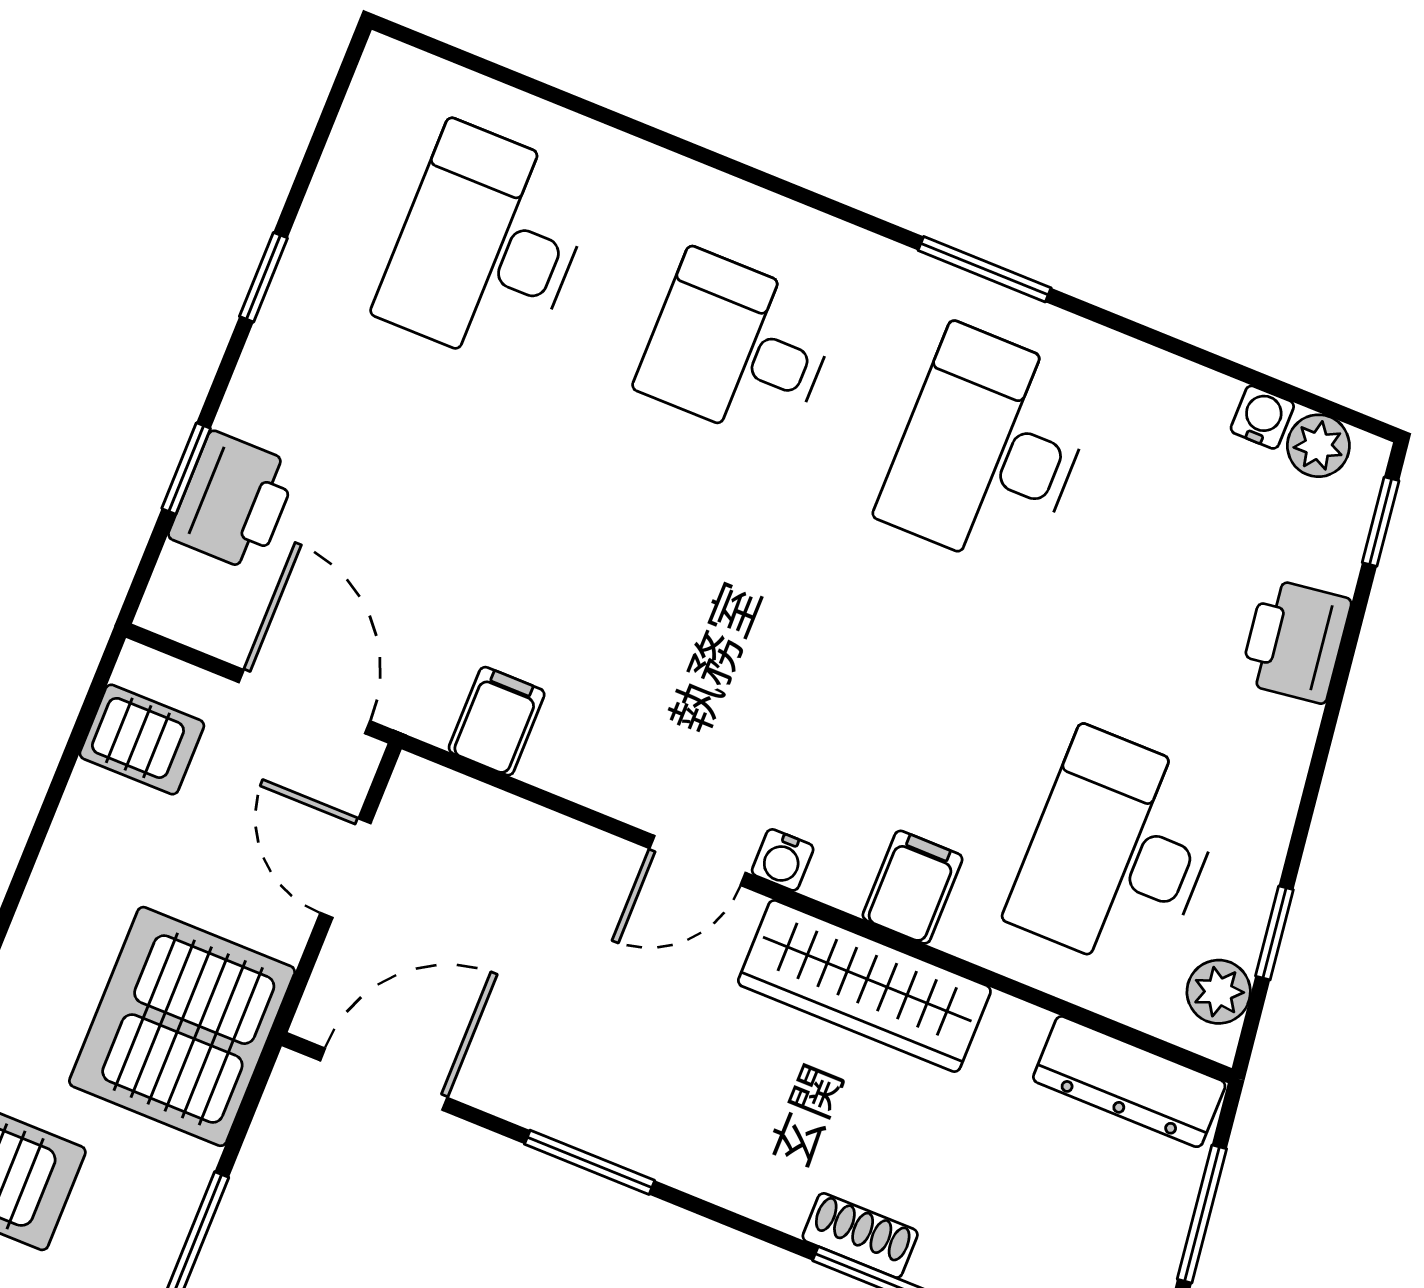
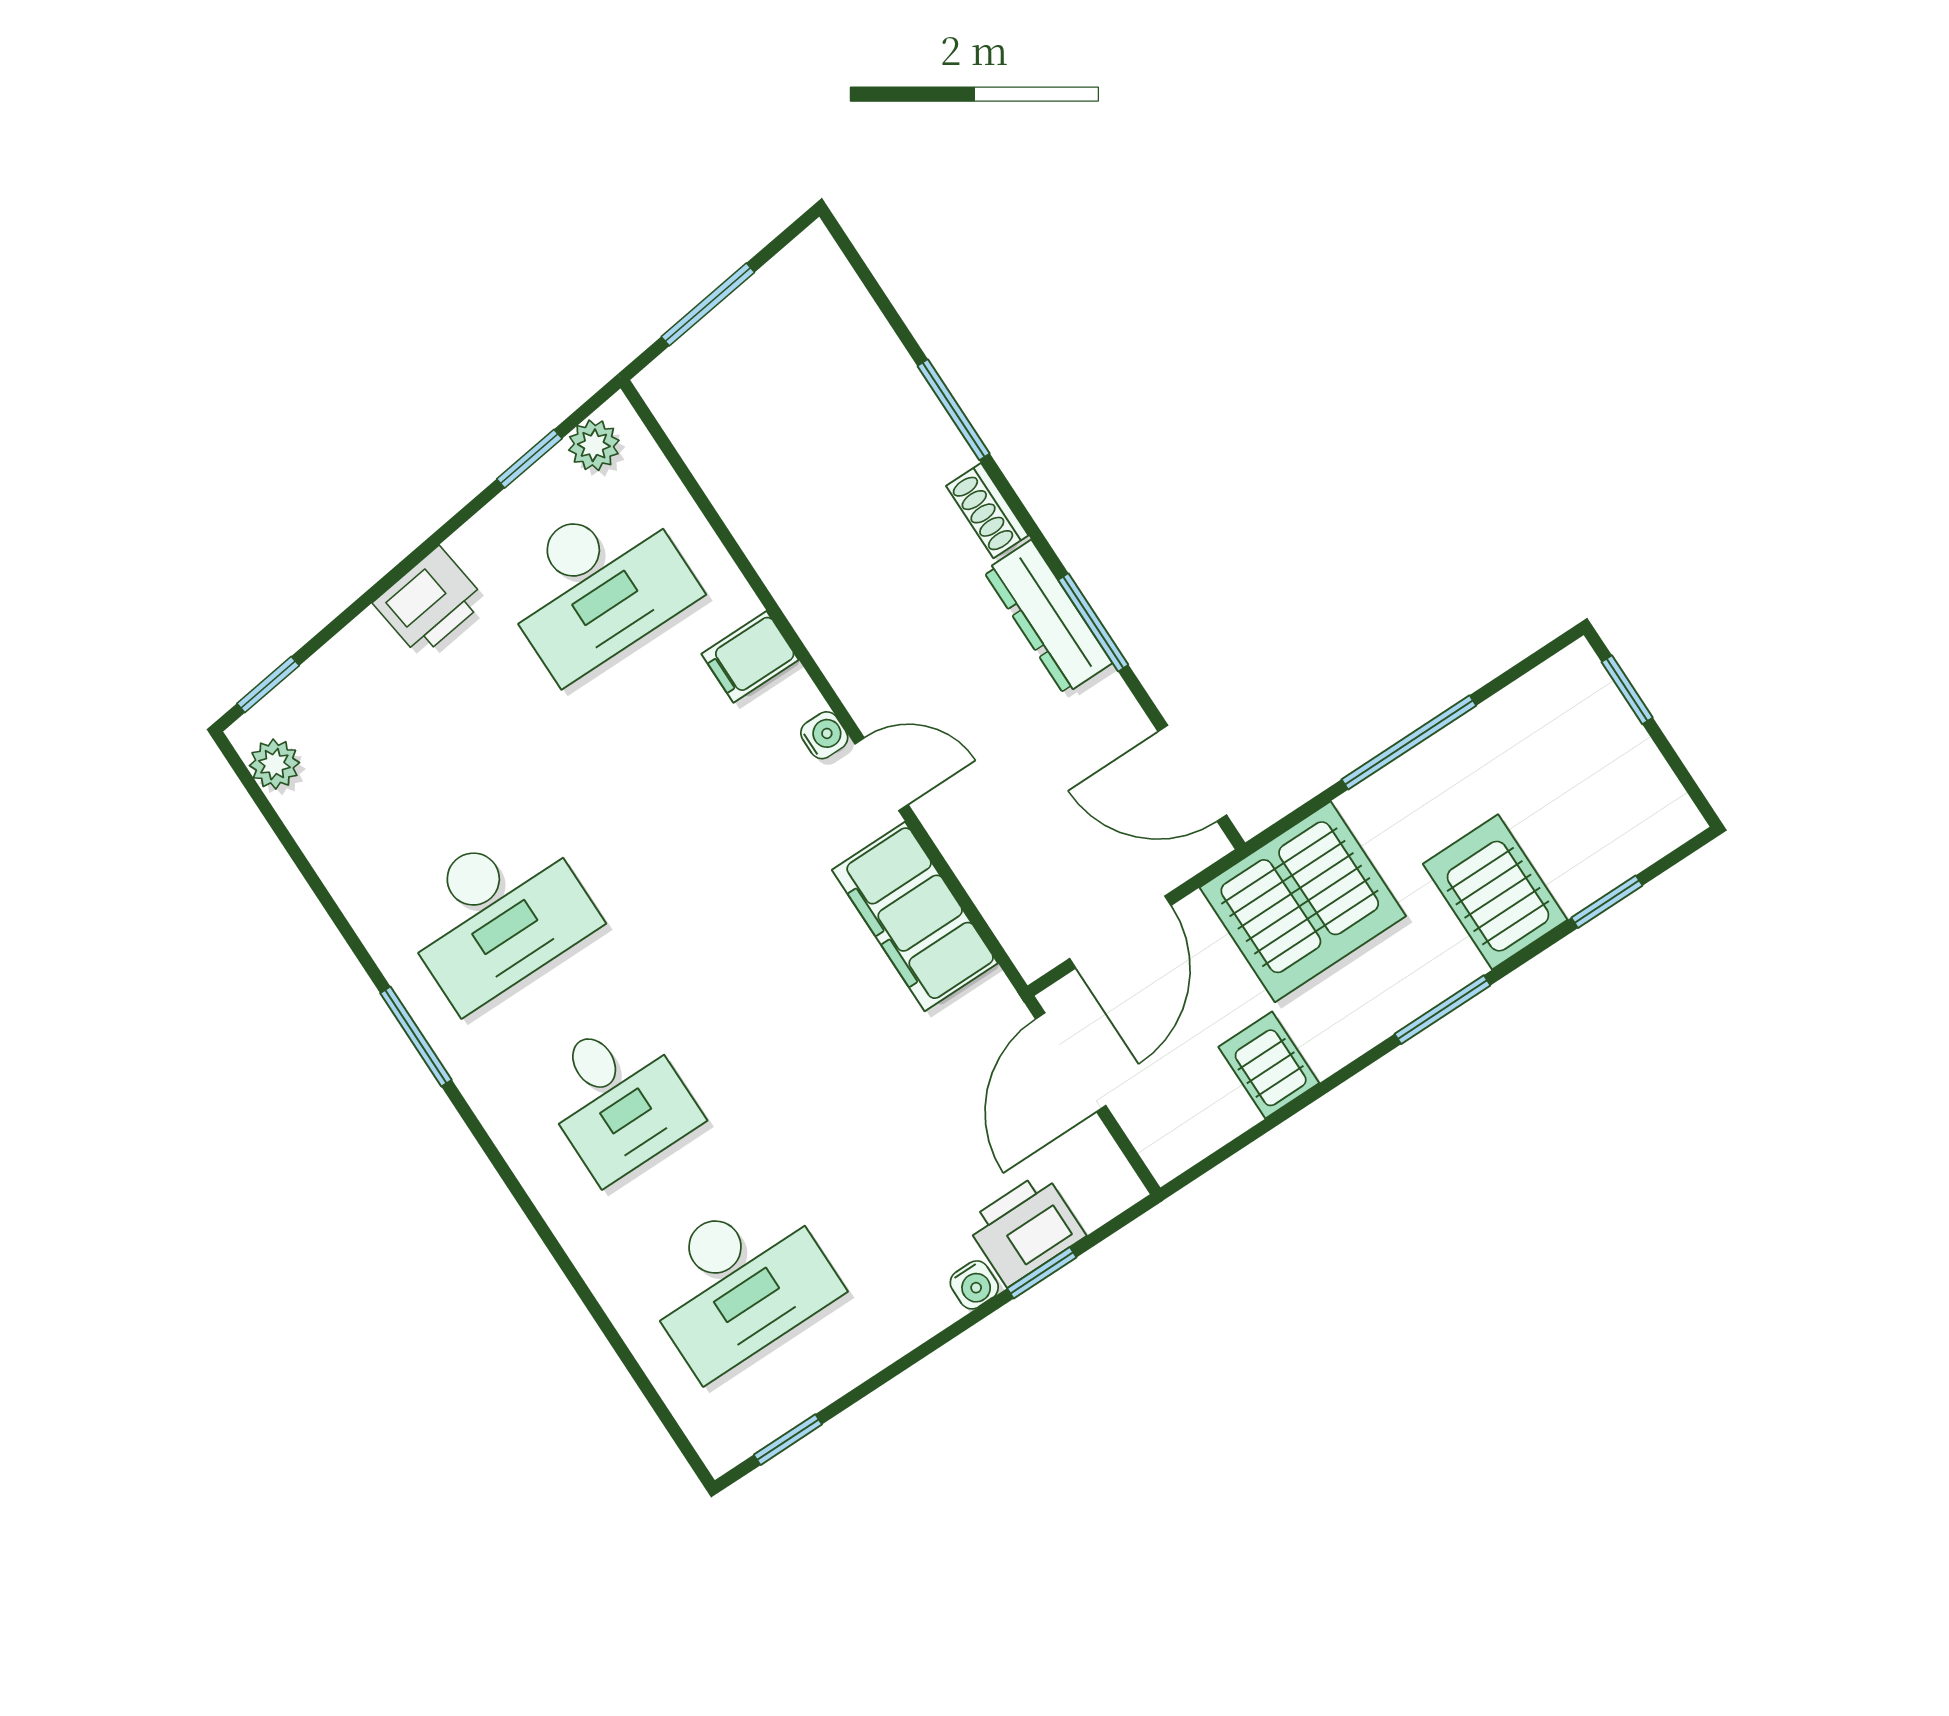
window: (263, 277) -> (788, 1440), moved
water cooler: (1262, 417) -> (974, 1285), moved, turned -90
printer: (1295, 641) -> (430, 602), moved
filing cabinet: (497, 721) -> (915, 917), width x3.00, depth x1.17
server rack: (142, 739) -> (1269, 1065), moved
door: (345, 868) -> (1120, 932), width x1.38
wardrobe: (864, 986) -> (828, 613), removed
dresser: (1129, 1082) -> (1048, 617), moved, turned 180
shoe rack: (860, 1235) -> (987, 511), moved

